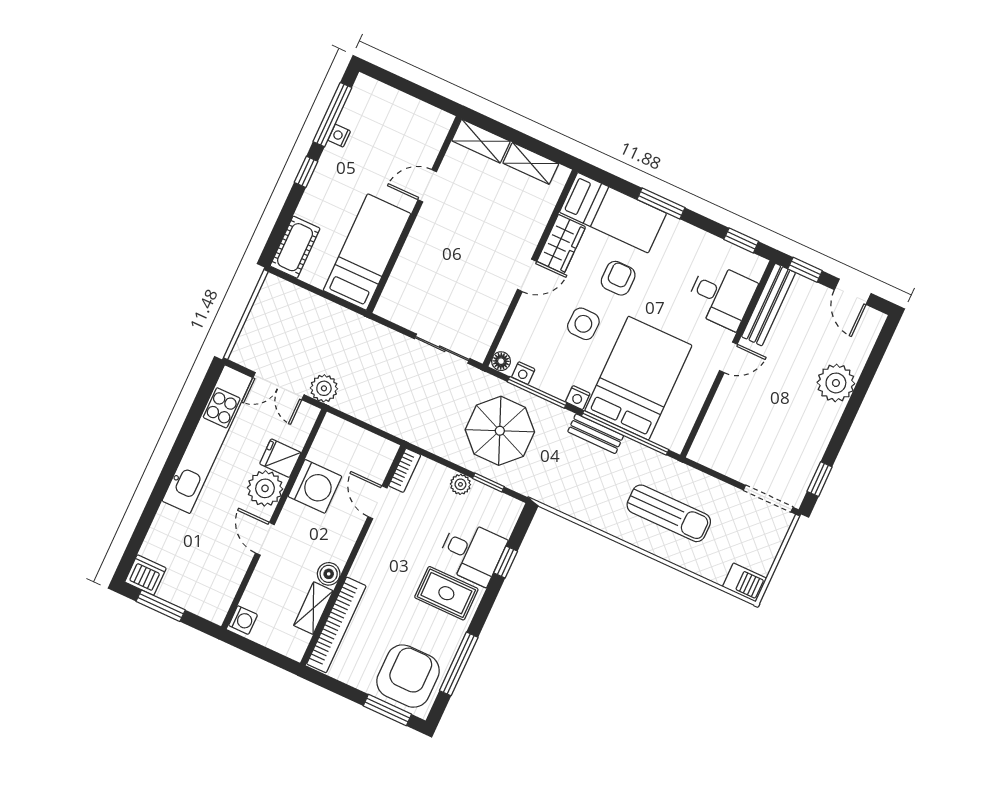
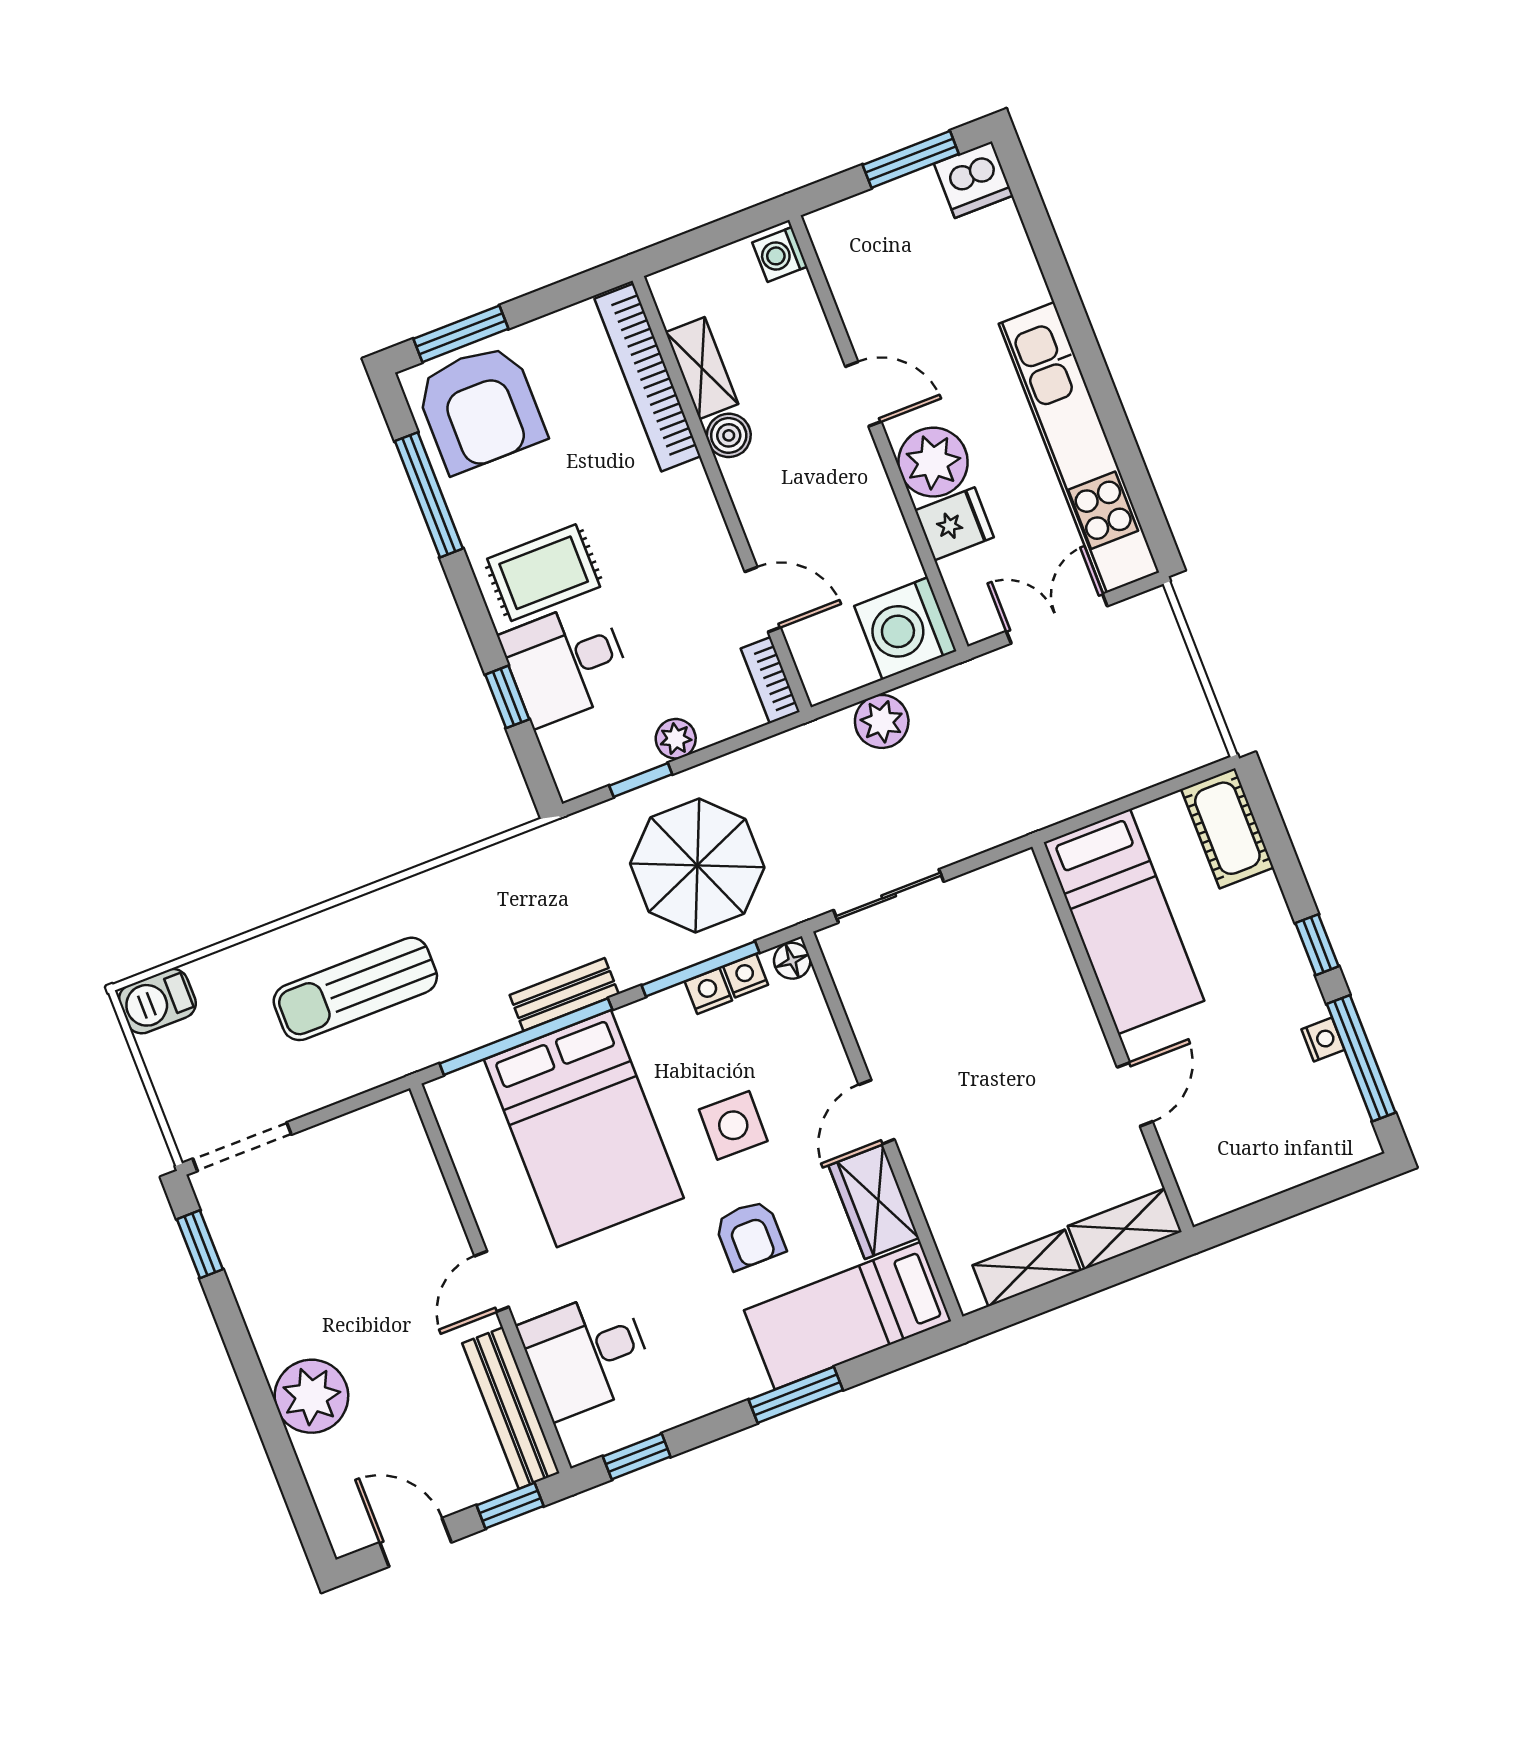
plant: (324, 388) -> (882, 721), moved
nightstand: (578, 398) -> (708, 991), moved
washing machine: (315, 486) -> (905, 628), moved

